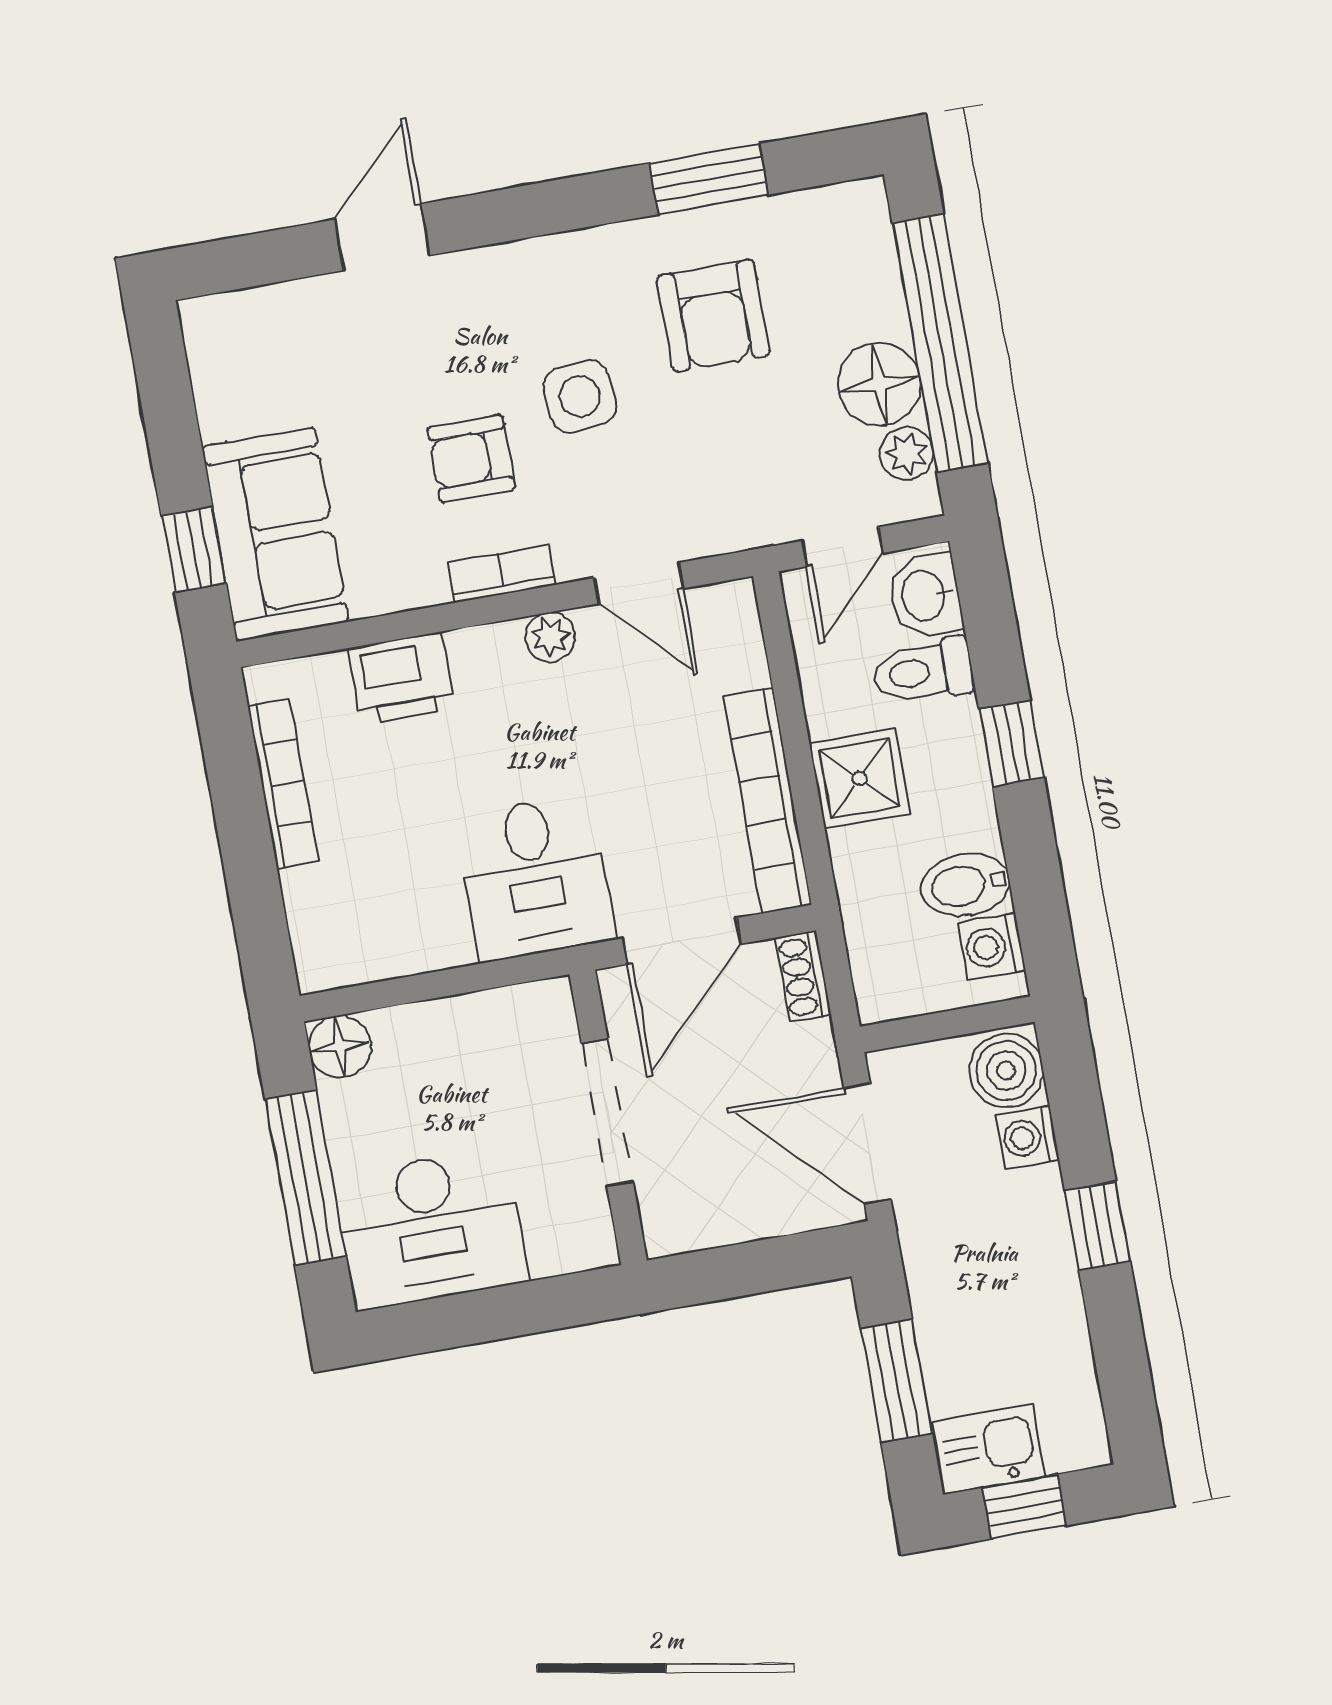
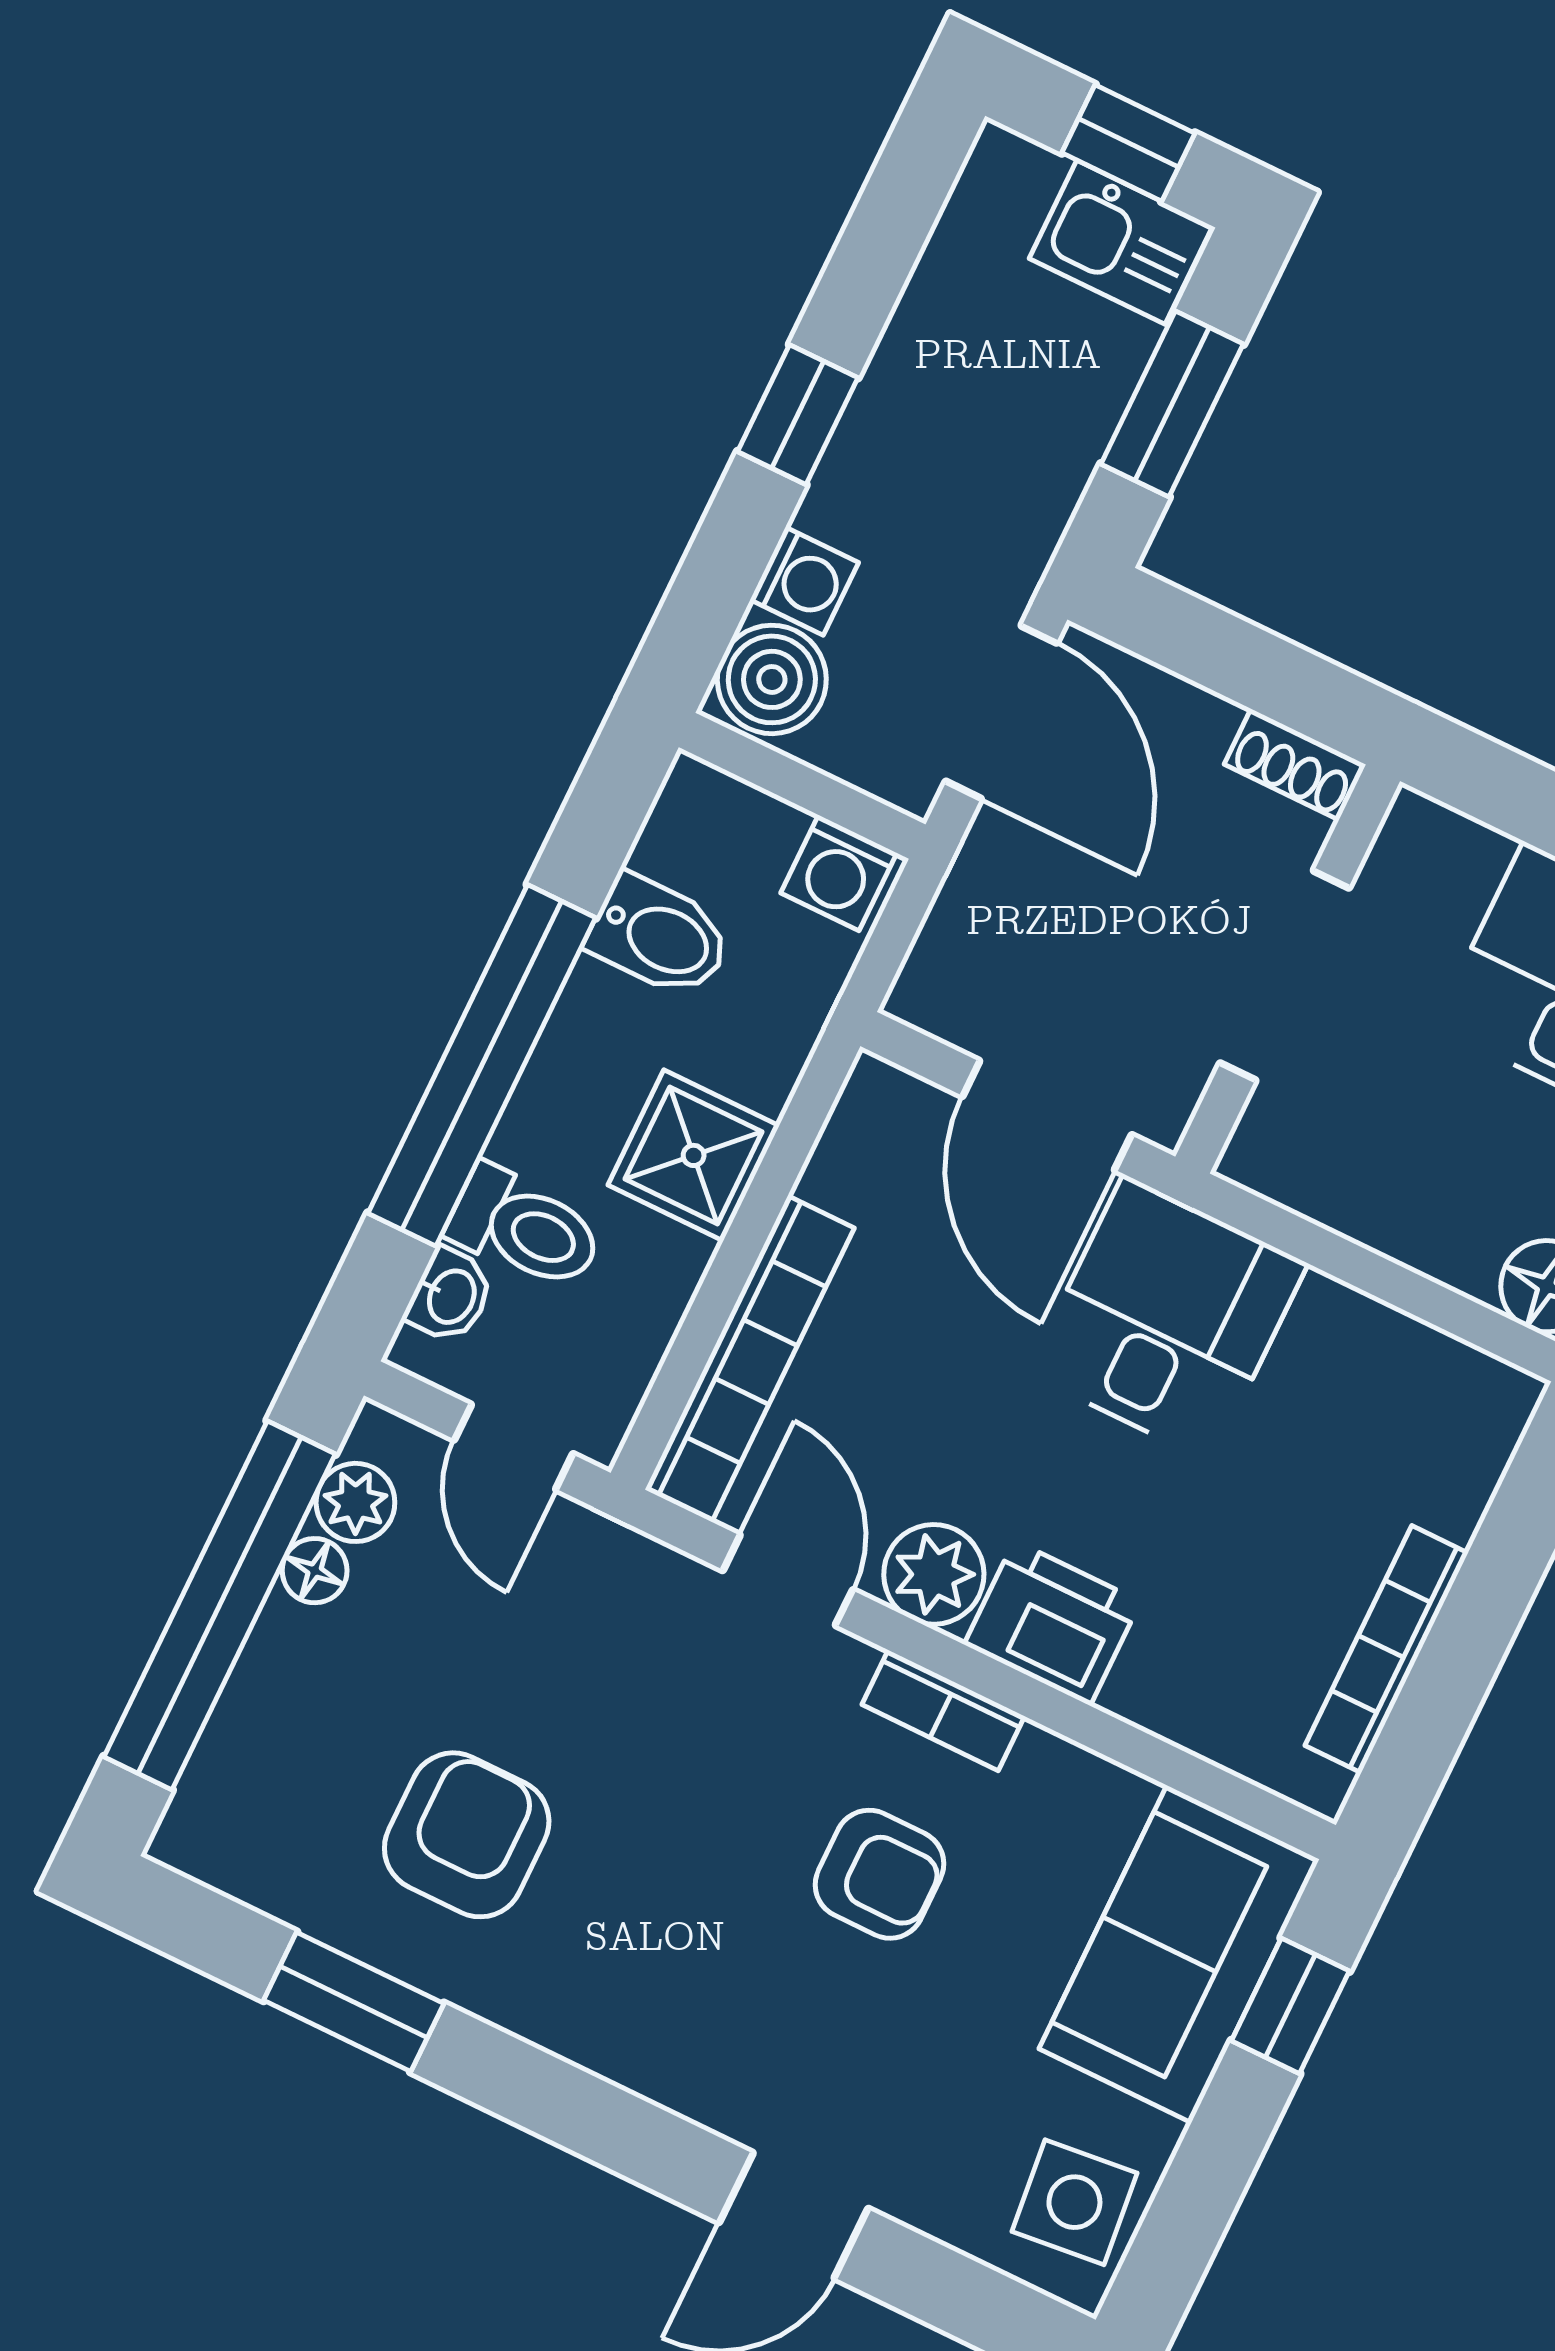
floor lamp: (879, 384) -> (315, 1571), width x0.53, depth x0.53
side table: (580, 396) -> (1074, 2202), moved
door: (842, 547) -> (513, 1447), swing flipped
washbasin: (925, 596) -> (450, 1296), width x0.72, depth x0.69
plant: (550, 637) -> (934, 1574), width x1.38, depth x1.38
printer: (401, 678) -> (1052, 1623), moved
window: (1011, 743) -> (482, 1065), width x3.17
bookcase: (768, 800) -> (750, 1359), moved
door: (682, 941) -> (1047, 1116), swing flipped
washing machine: (992, 947) -> (839, 873), moved, turned 90
shoe rack: (803, 976) -> (1295, 764), moved, turned 90

